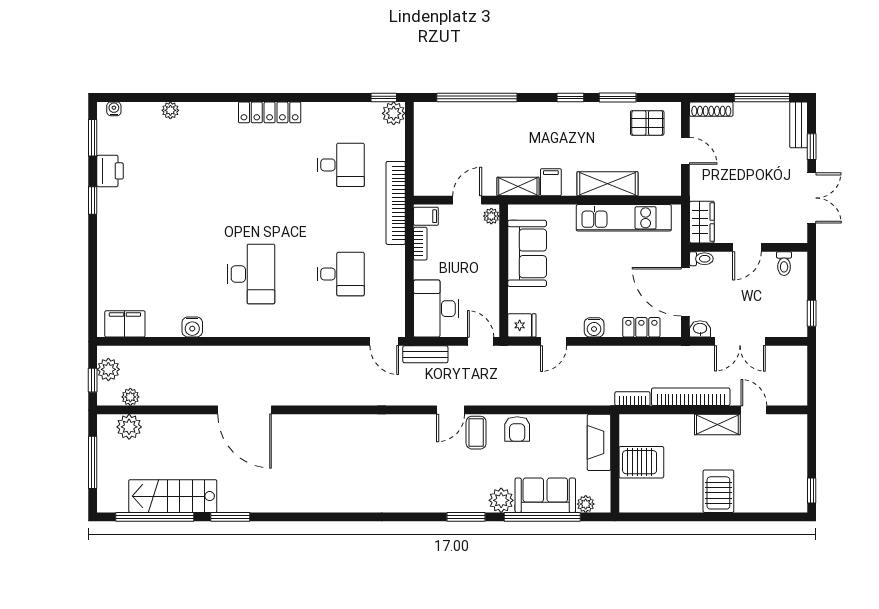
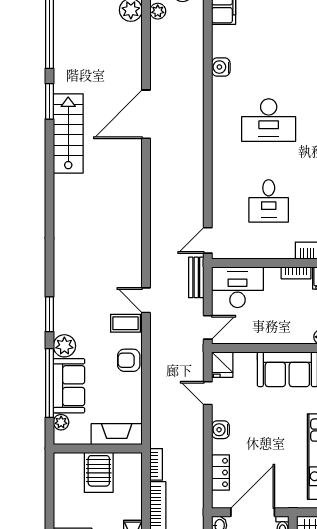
stairs: (173, 496) -> (68, 133), moved

